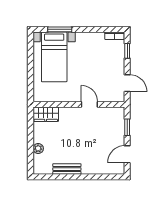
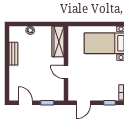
door: (89, 104) -> (66, 72), swing flipped
wardrobe: (46, 114) -> (58, 41), width x1.50

